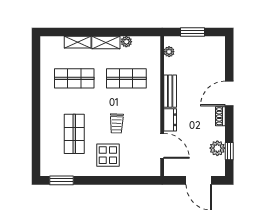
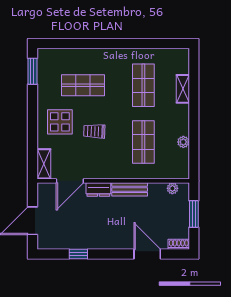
shelving: (106, 42) -> (44, 164), moved
door: (229, 94) -> (147, 254), moved
shoe rack: (220, 116) -> (179, 244), moved
plant: (217, 148) -> (67, 241), removed
window: (229, 151) -> (78, 254), moved

